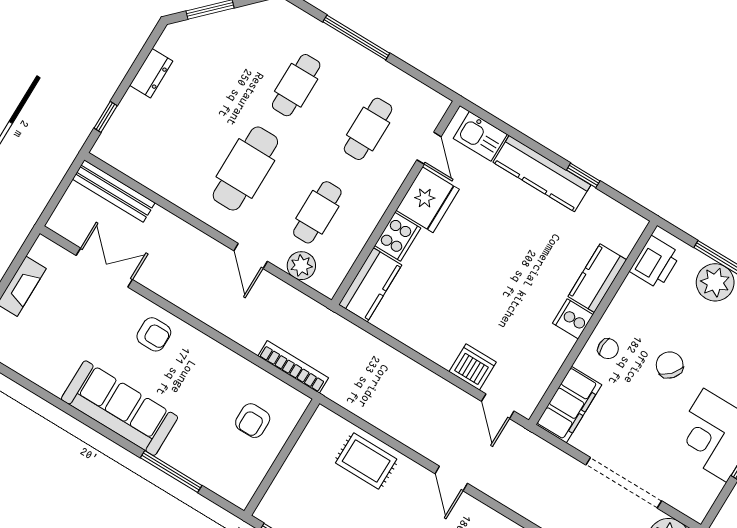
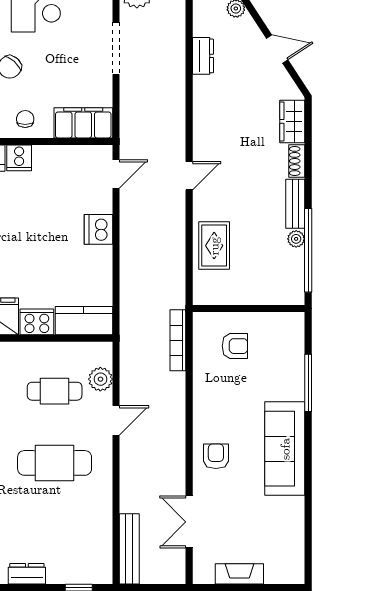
dishwasher: (473, 367) -> (98, 229), moved
doorway: (624, 483) -> (116, 48), width x0.73

